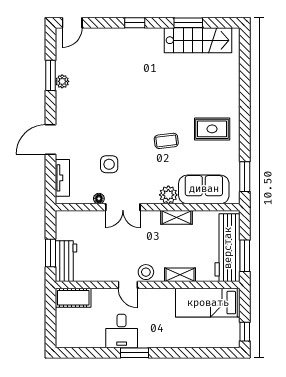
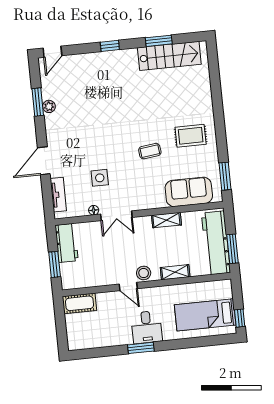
plant: (168, 195) -> (157, 200), removed
workbench: (66, 261) -> (67, 243), moved
bed: (208, 303) -> (205, 315), moved
desk: (122, 331) -> (147, 327), moved

